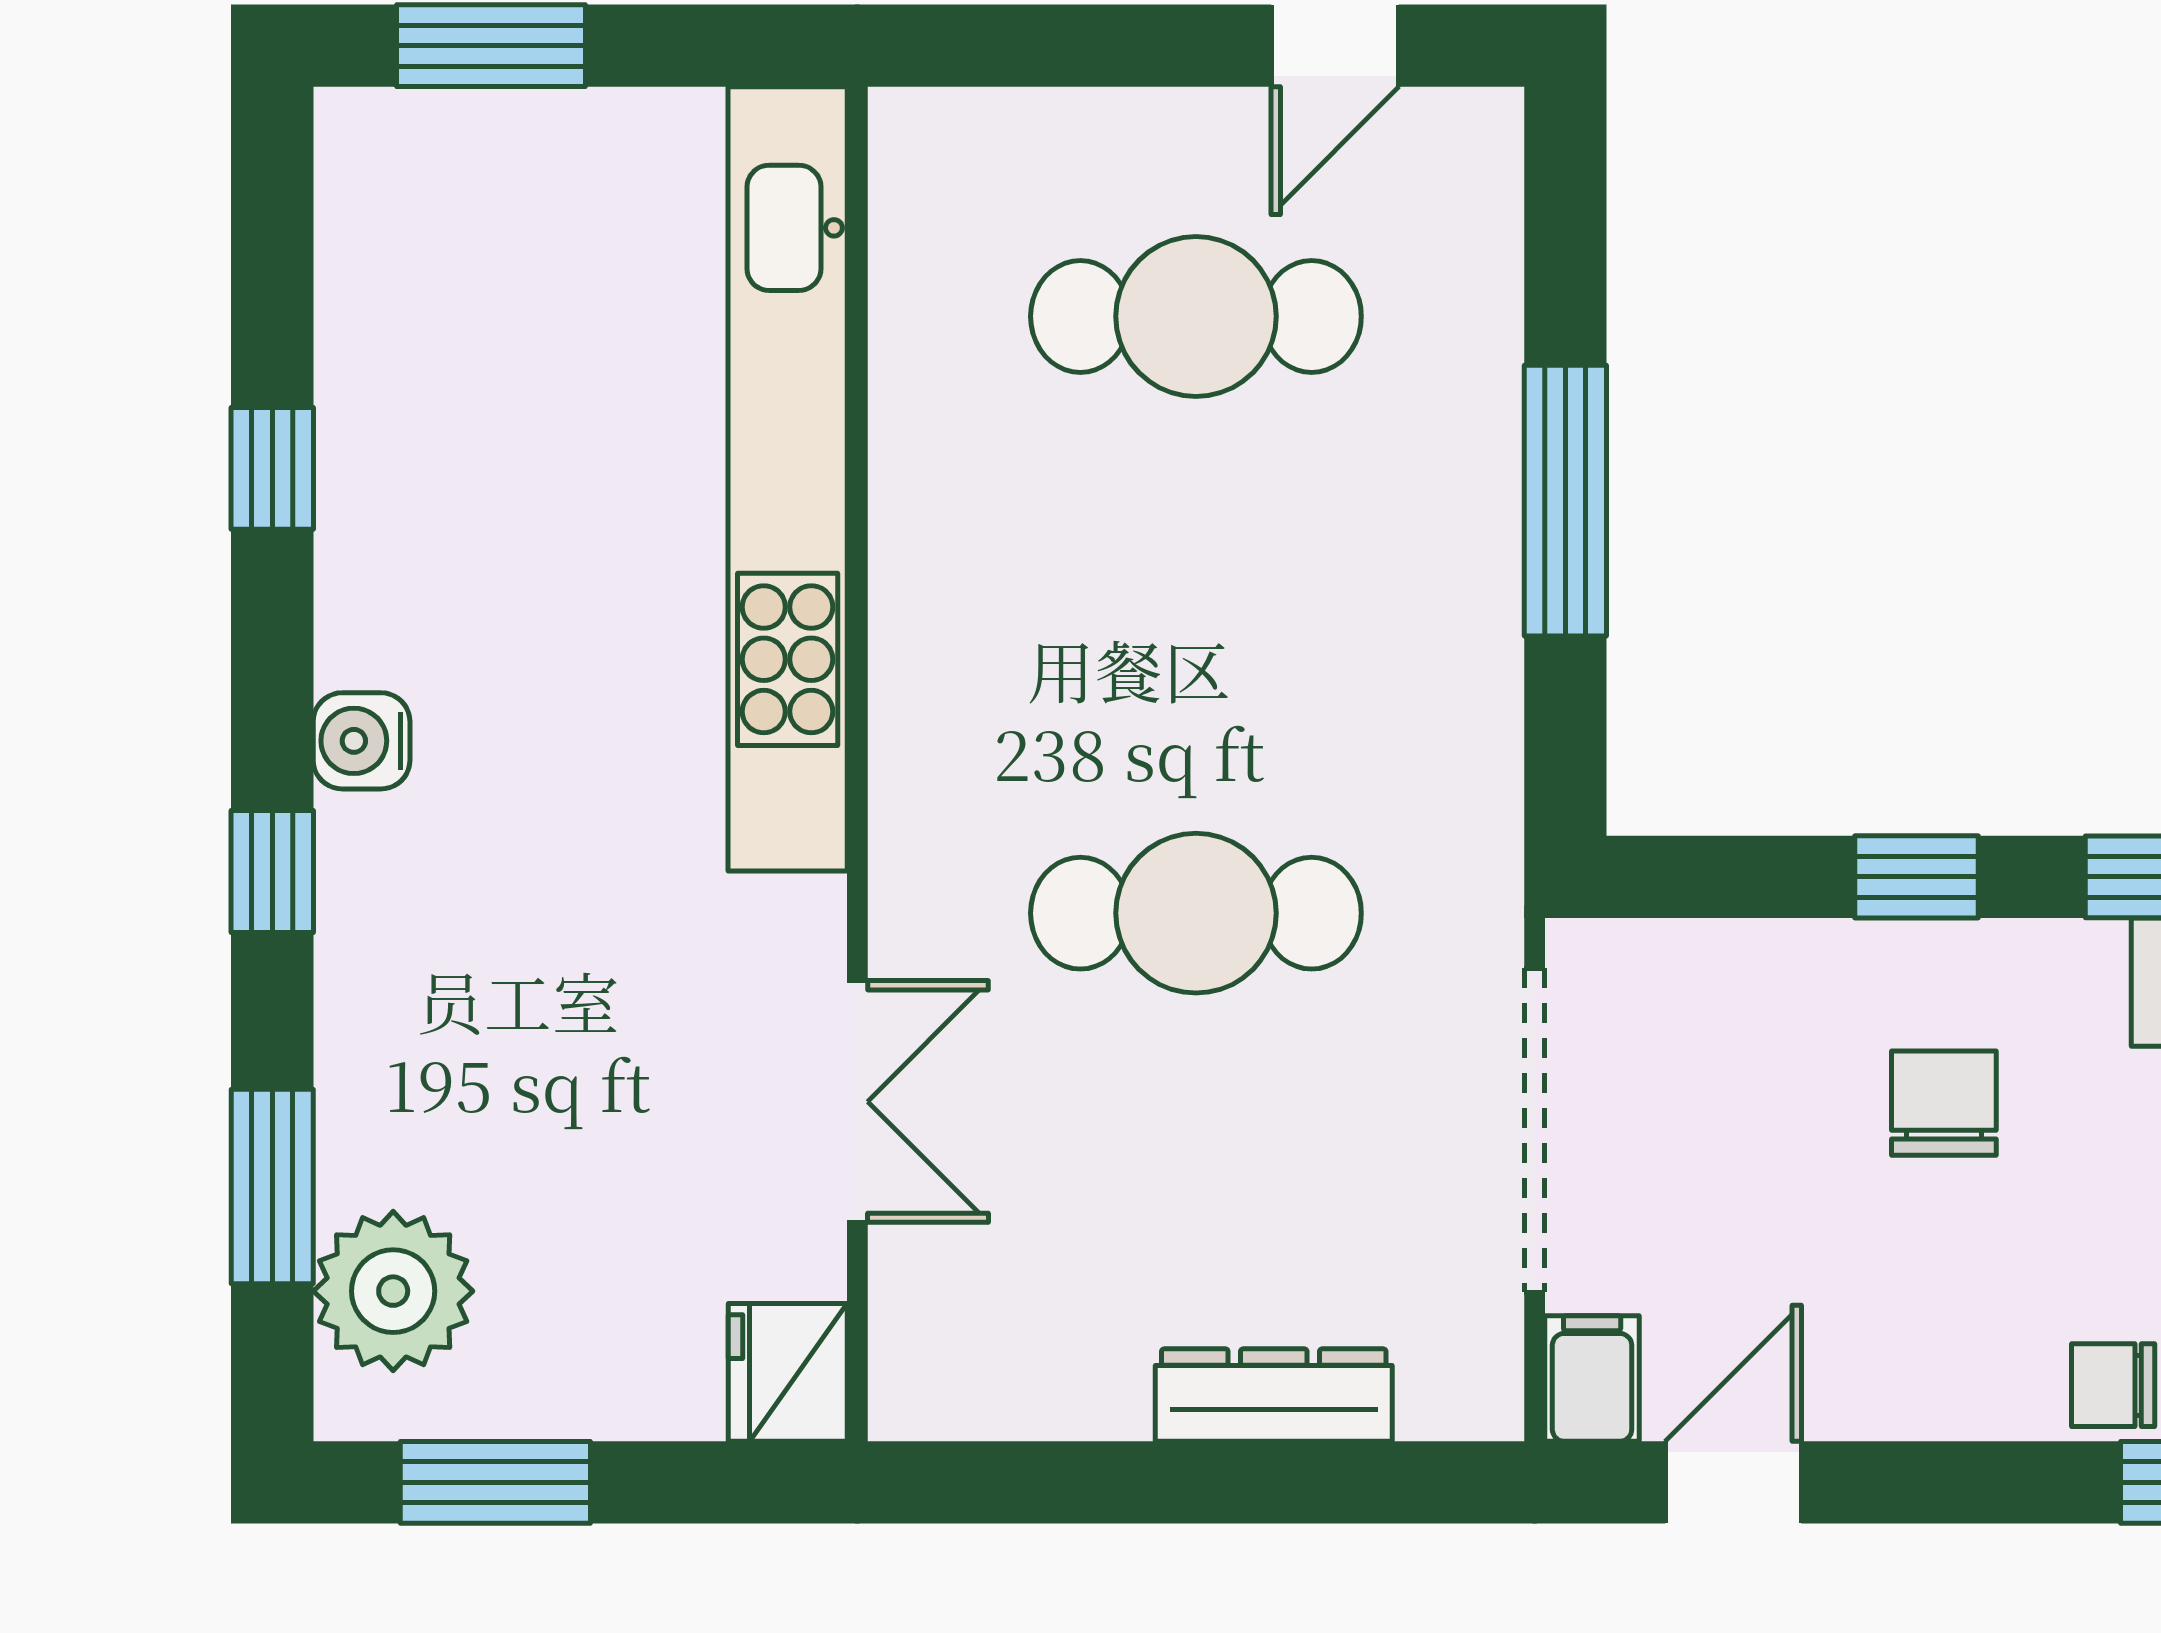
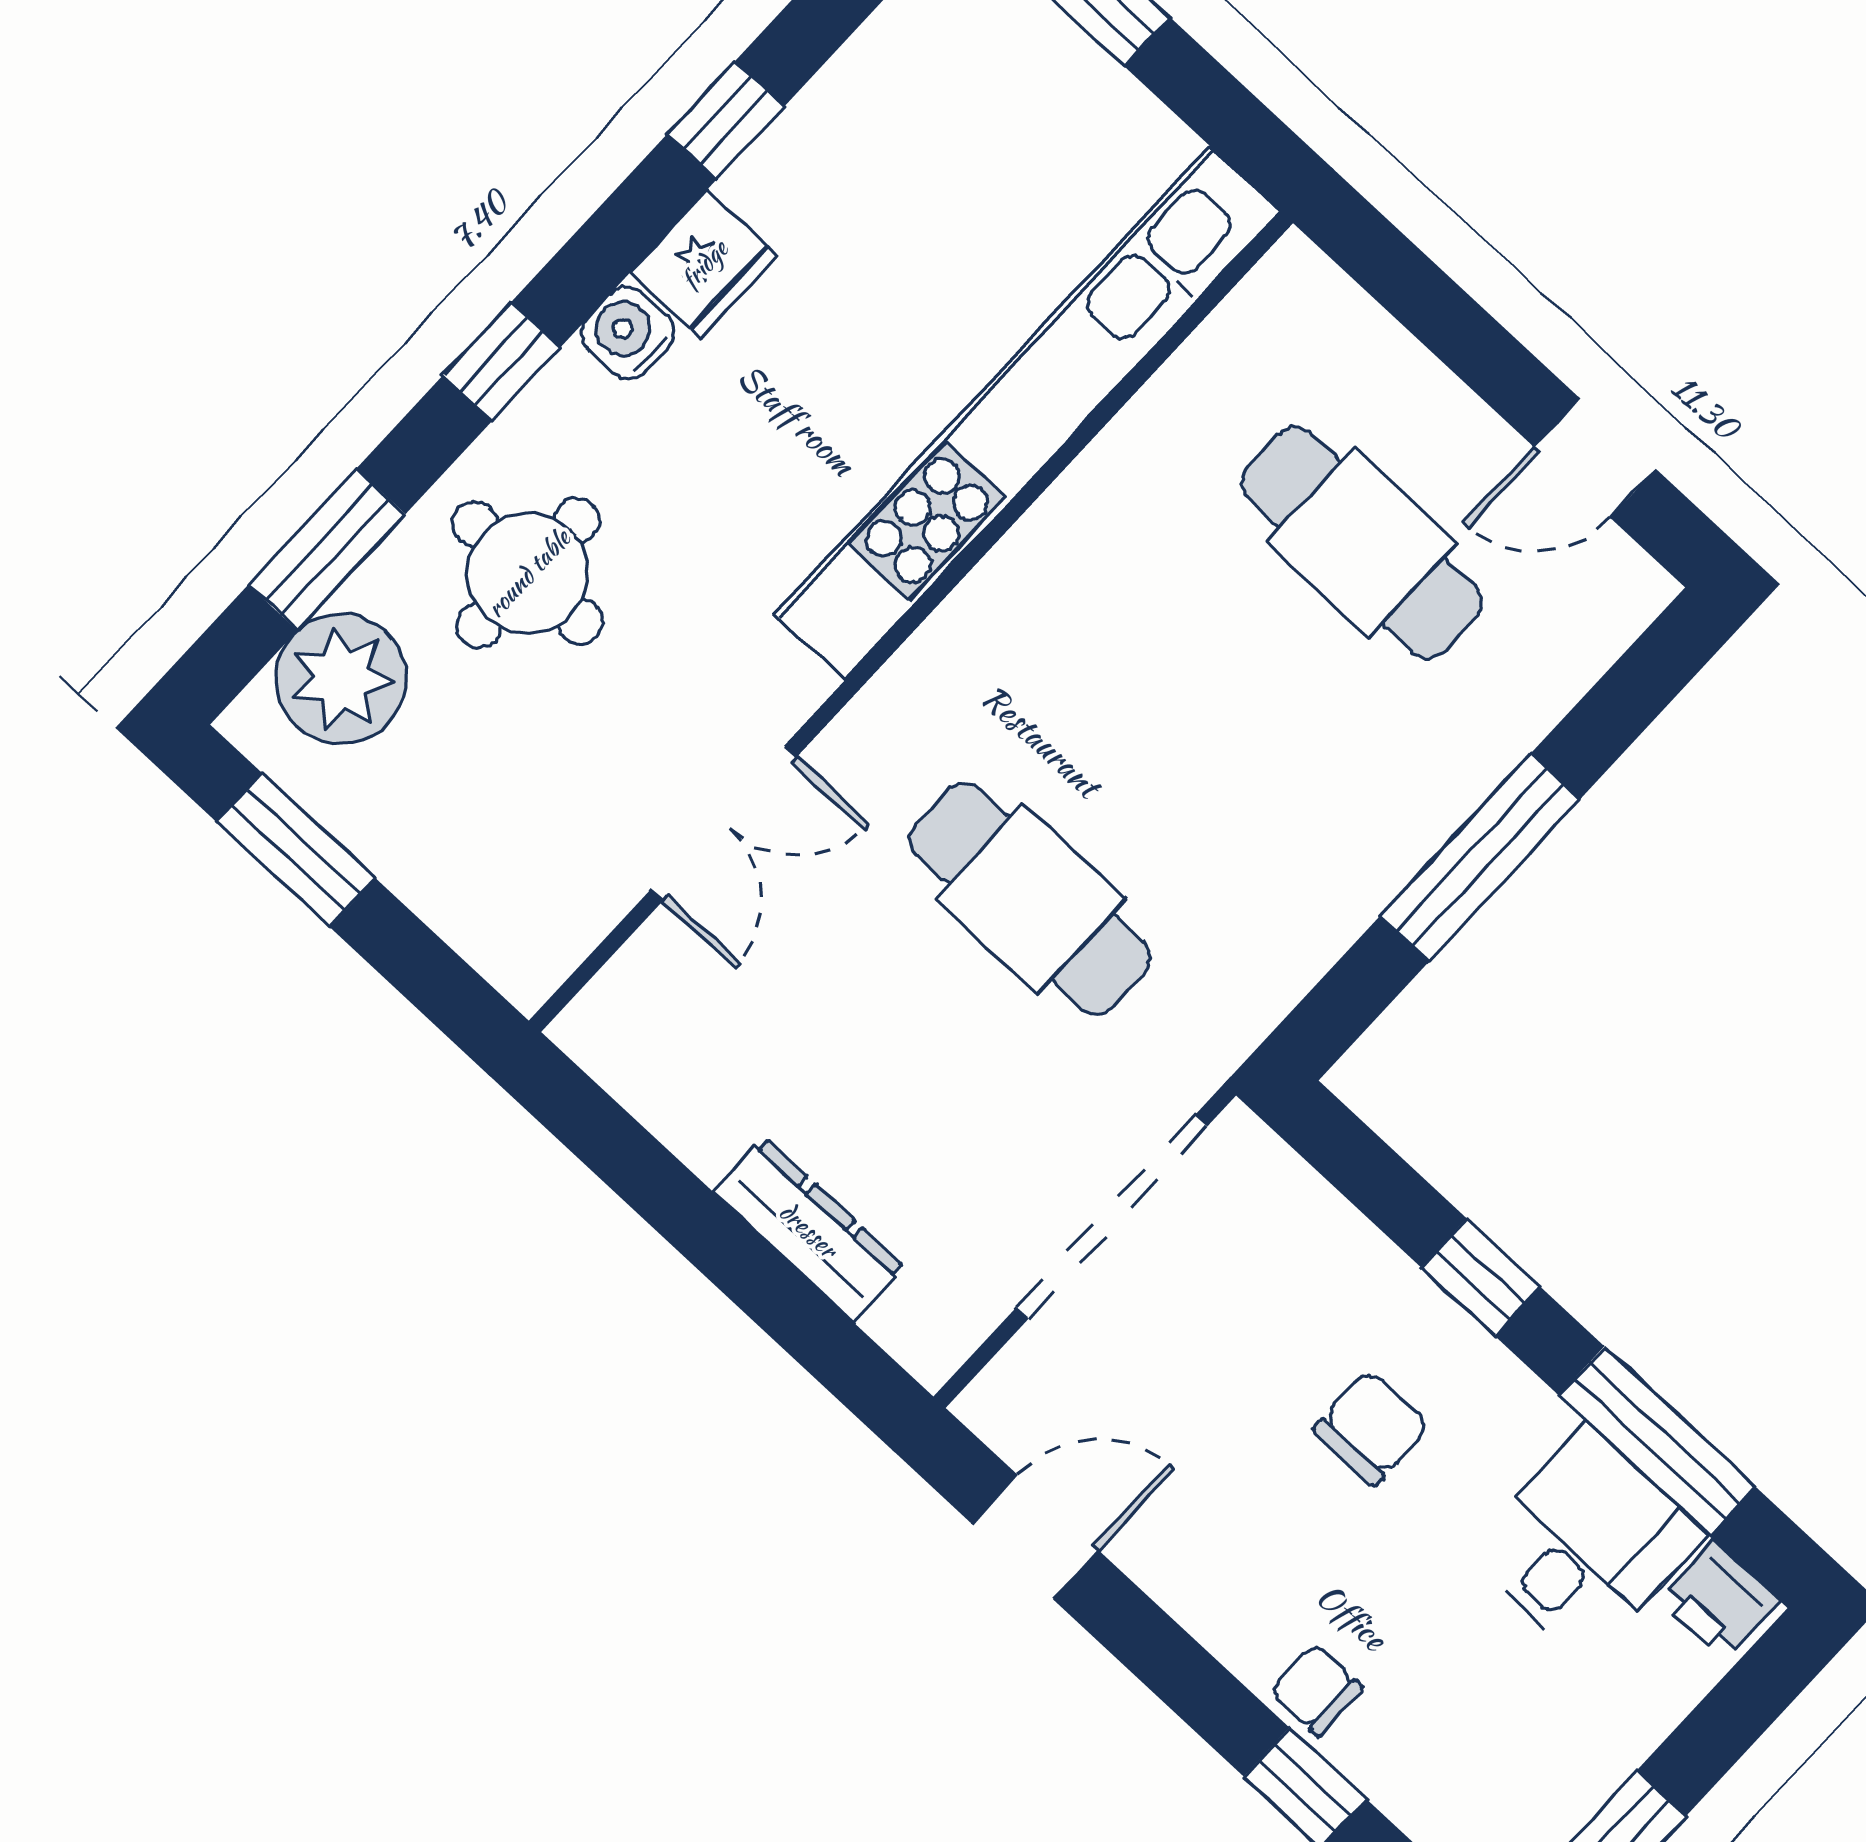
round table: (472, 1040) -> (528, 573), added
fridge: (788, 1372) -> (704, 264), moved, turned 180
filing cabinet: (1592, 1379) -> (1009, 1397), removed

